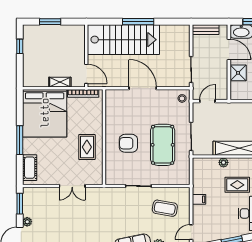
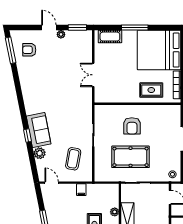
armchair: (128, 143) -> (132, 126), turned 180
rug: (87, 147) -> (151, 90), moved

